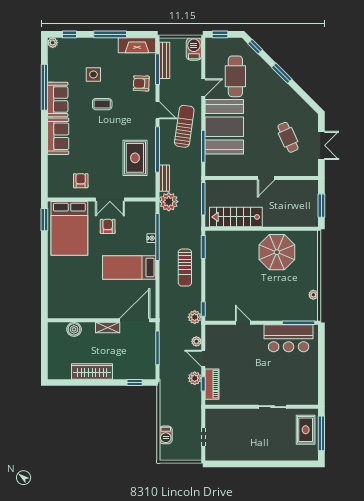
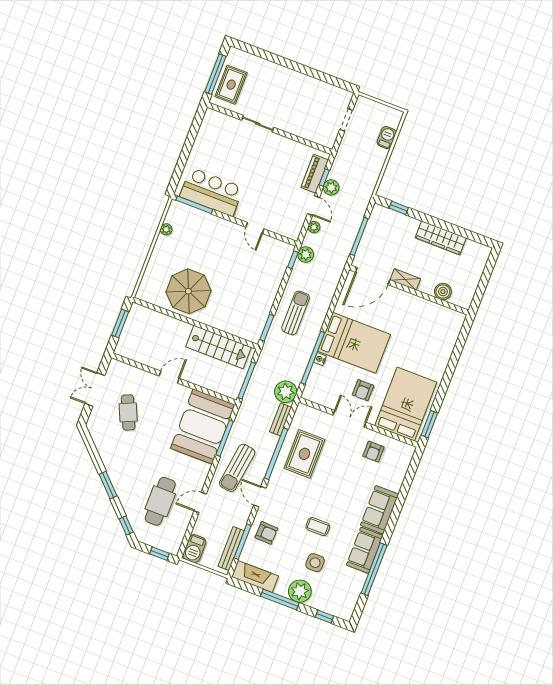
plant: (53, 43) -> (300, 591), moved, width x1.87, depth x1.87
booth: (224, 127) -> (203, 427), moved
bed: (129, 267) -> (354, 343), width x1.50

